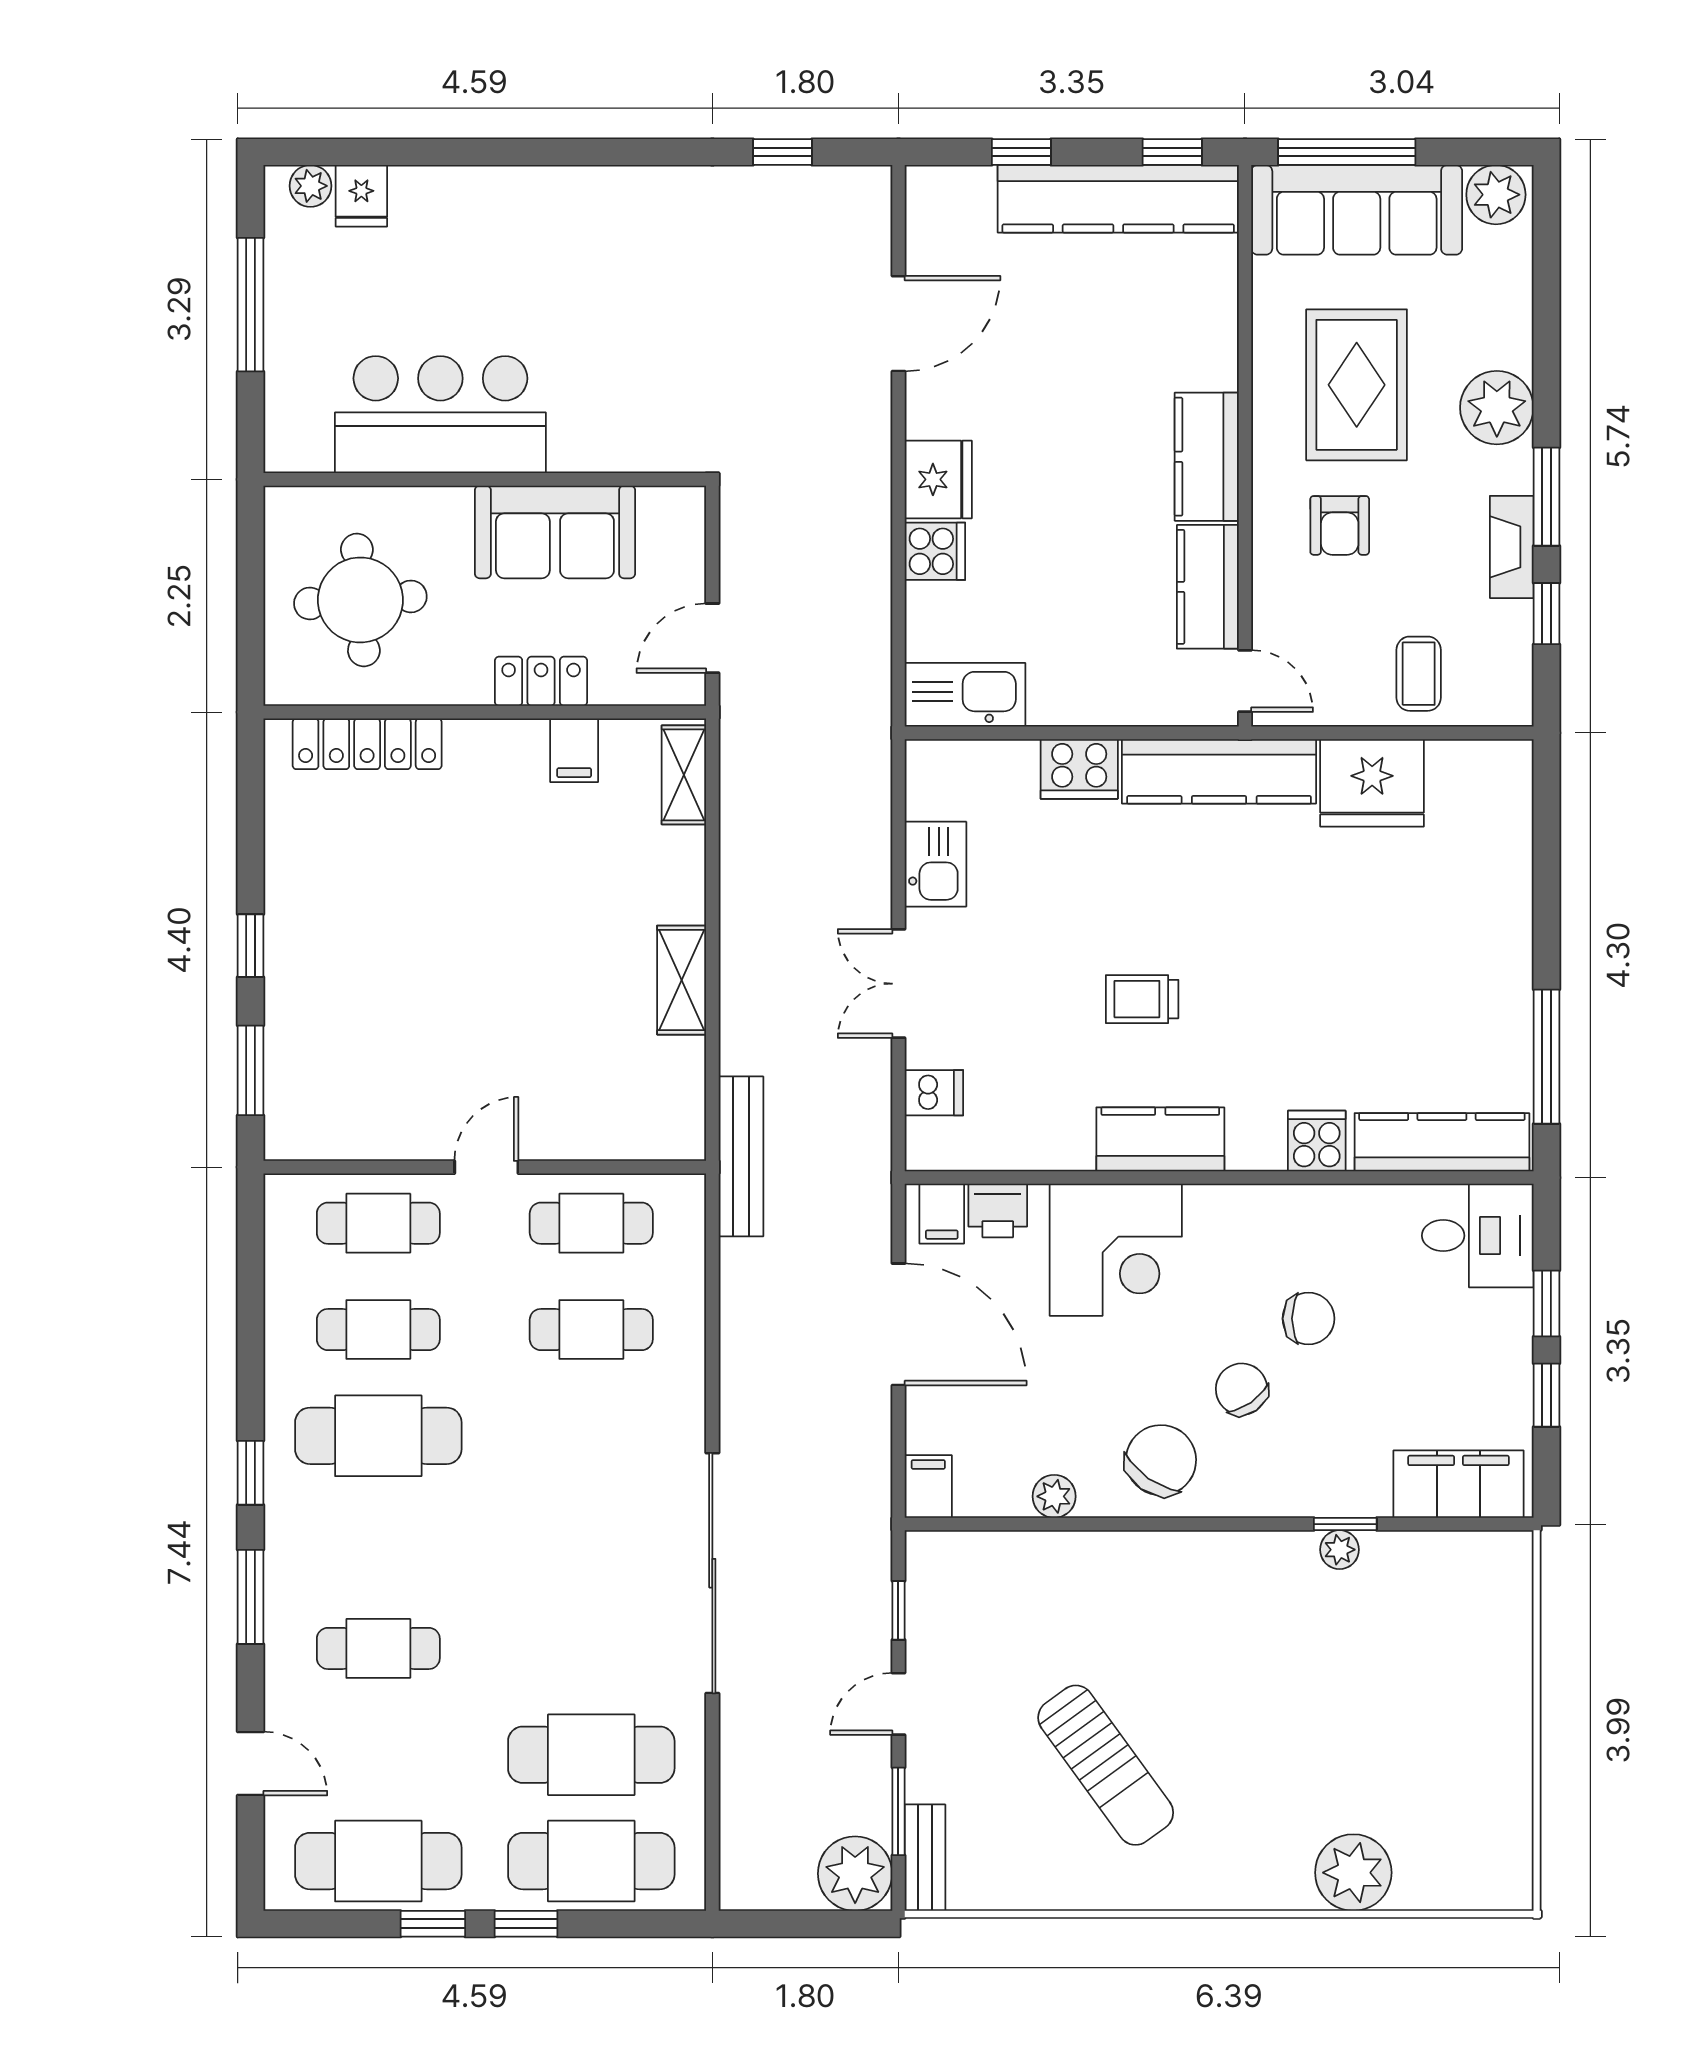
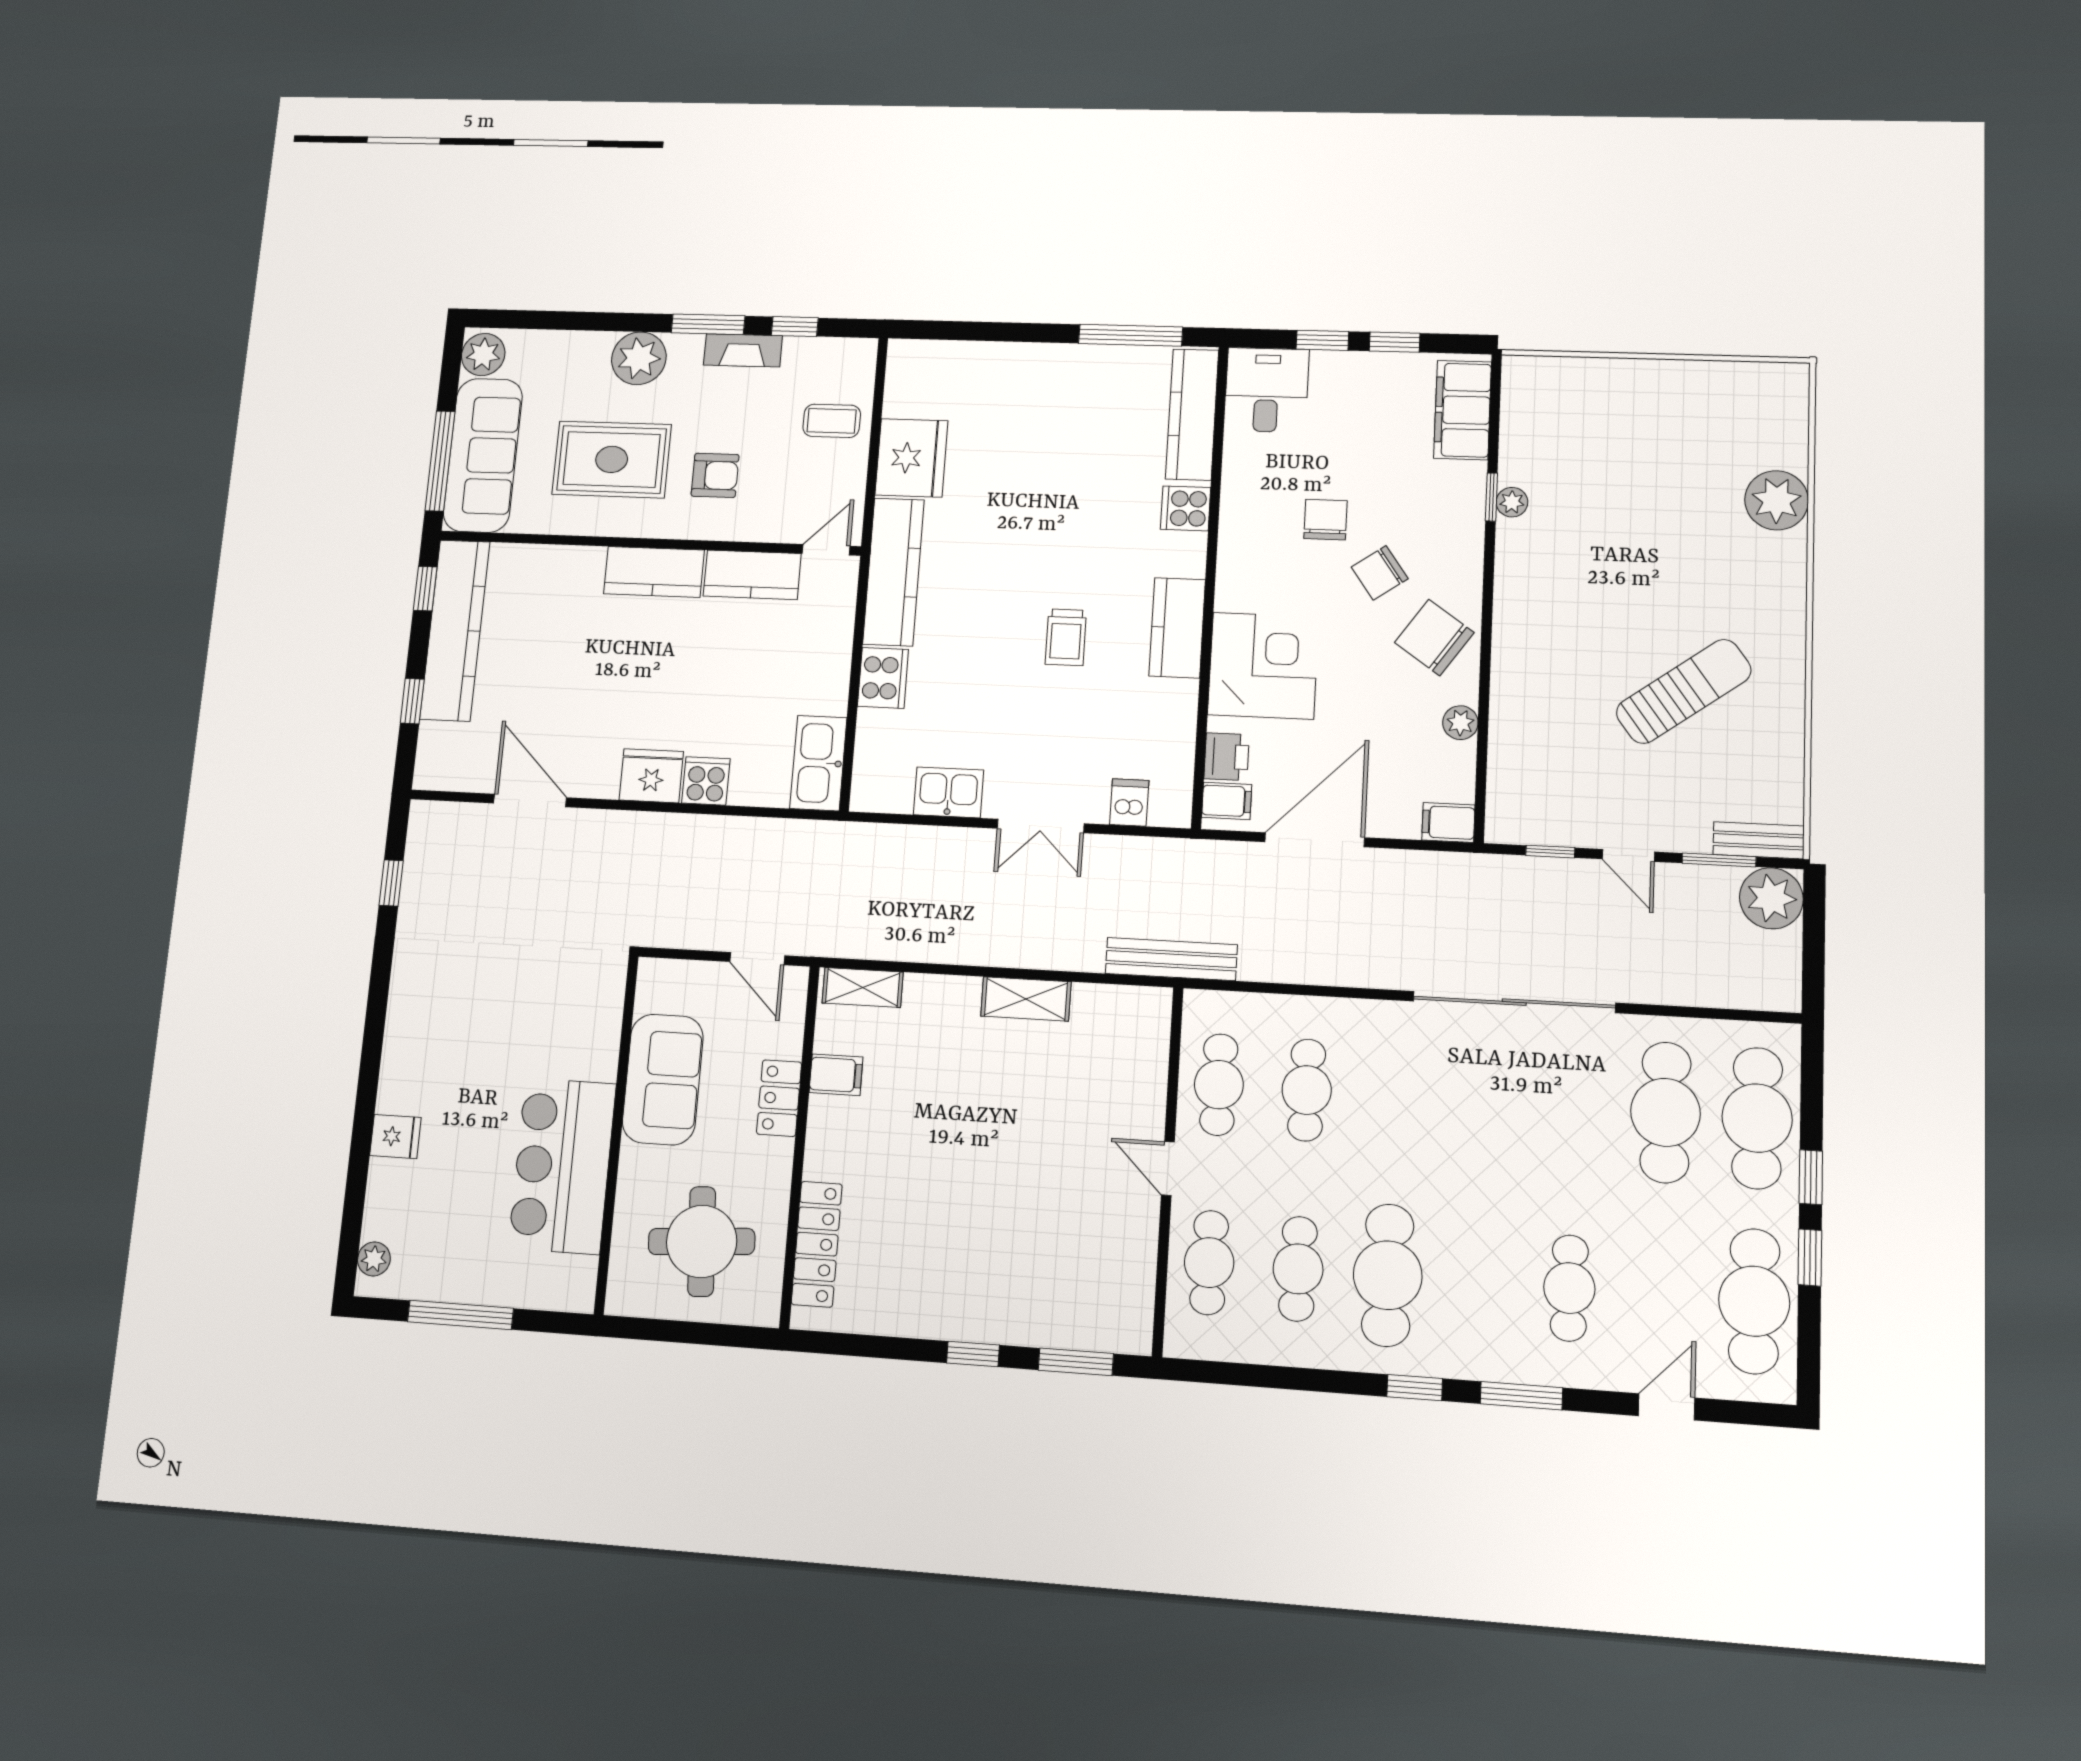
fridge: (361, 196) -> (395, 1136), moved

